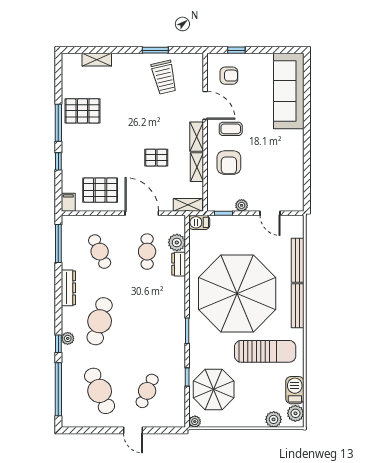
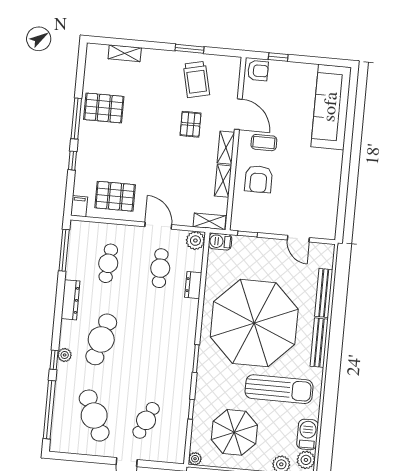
armchair: (229, 76) -> (258, 71), moved
pallet: (156, 158) -> (191, 124), moved, turned 90
plant: (242, 205) -> (268, 227), removed
door: (142, 213) -> (158, 226), width x0.73
plant: (177, 242) -> (195, 241), moved
cafe table: (100, 252) -> (108, 263), turned 30
parasol: (214, 389) -> (234, 432), moved

